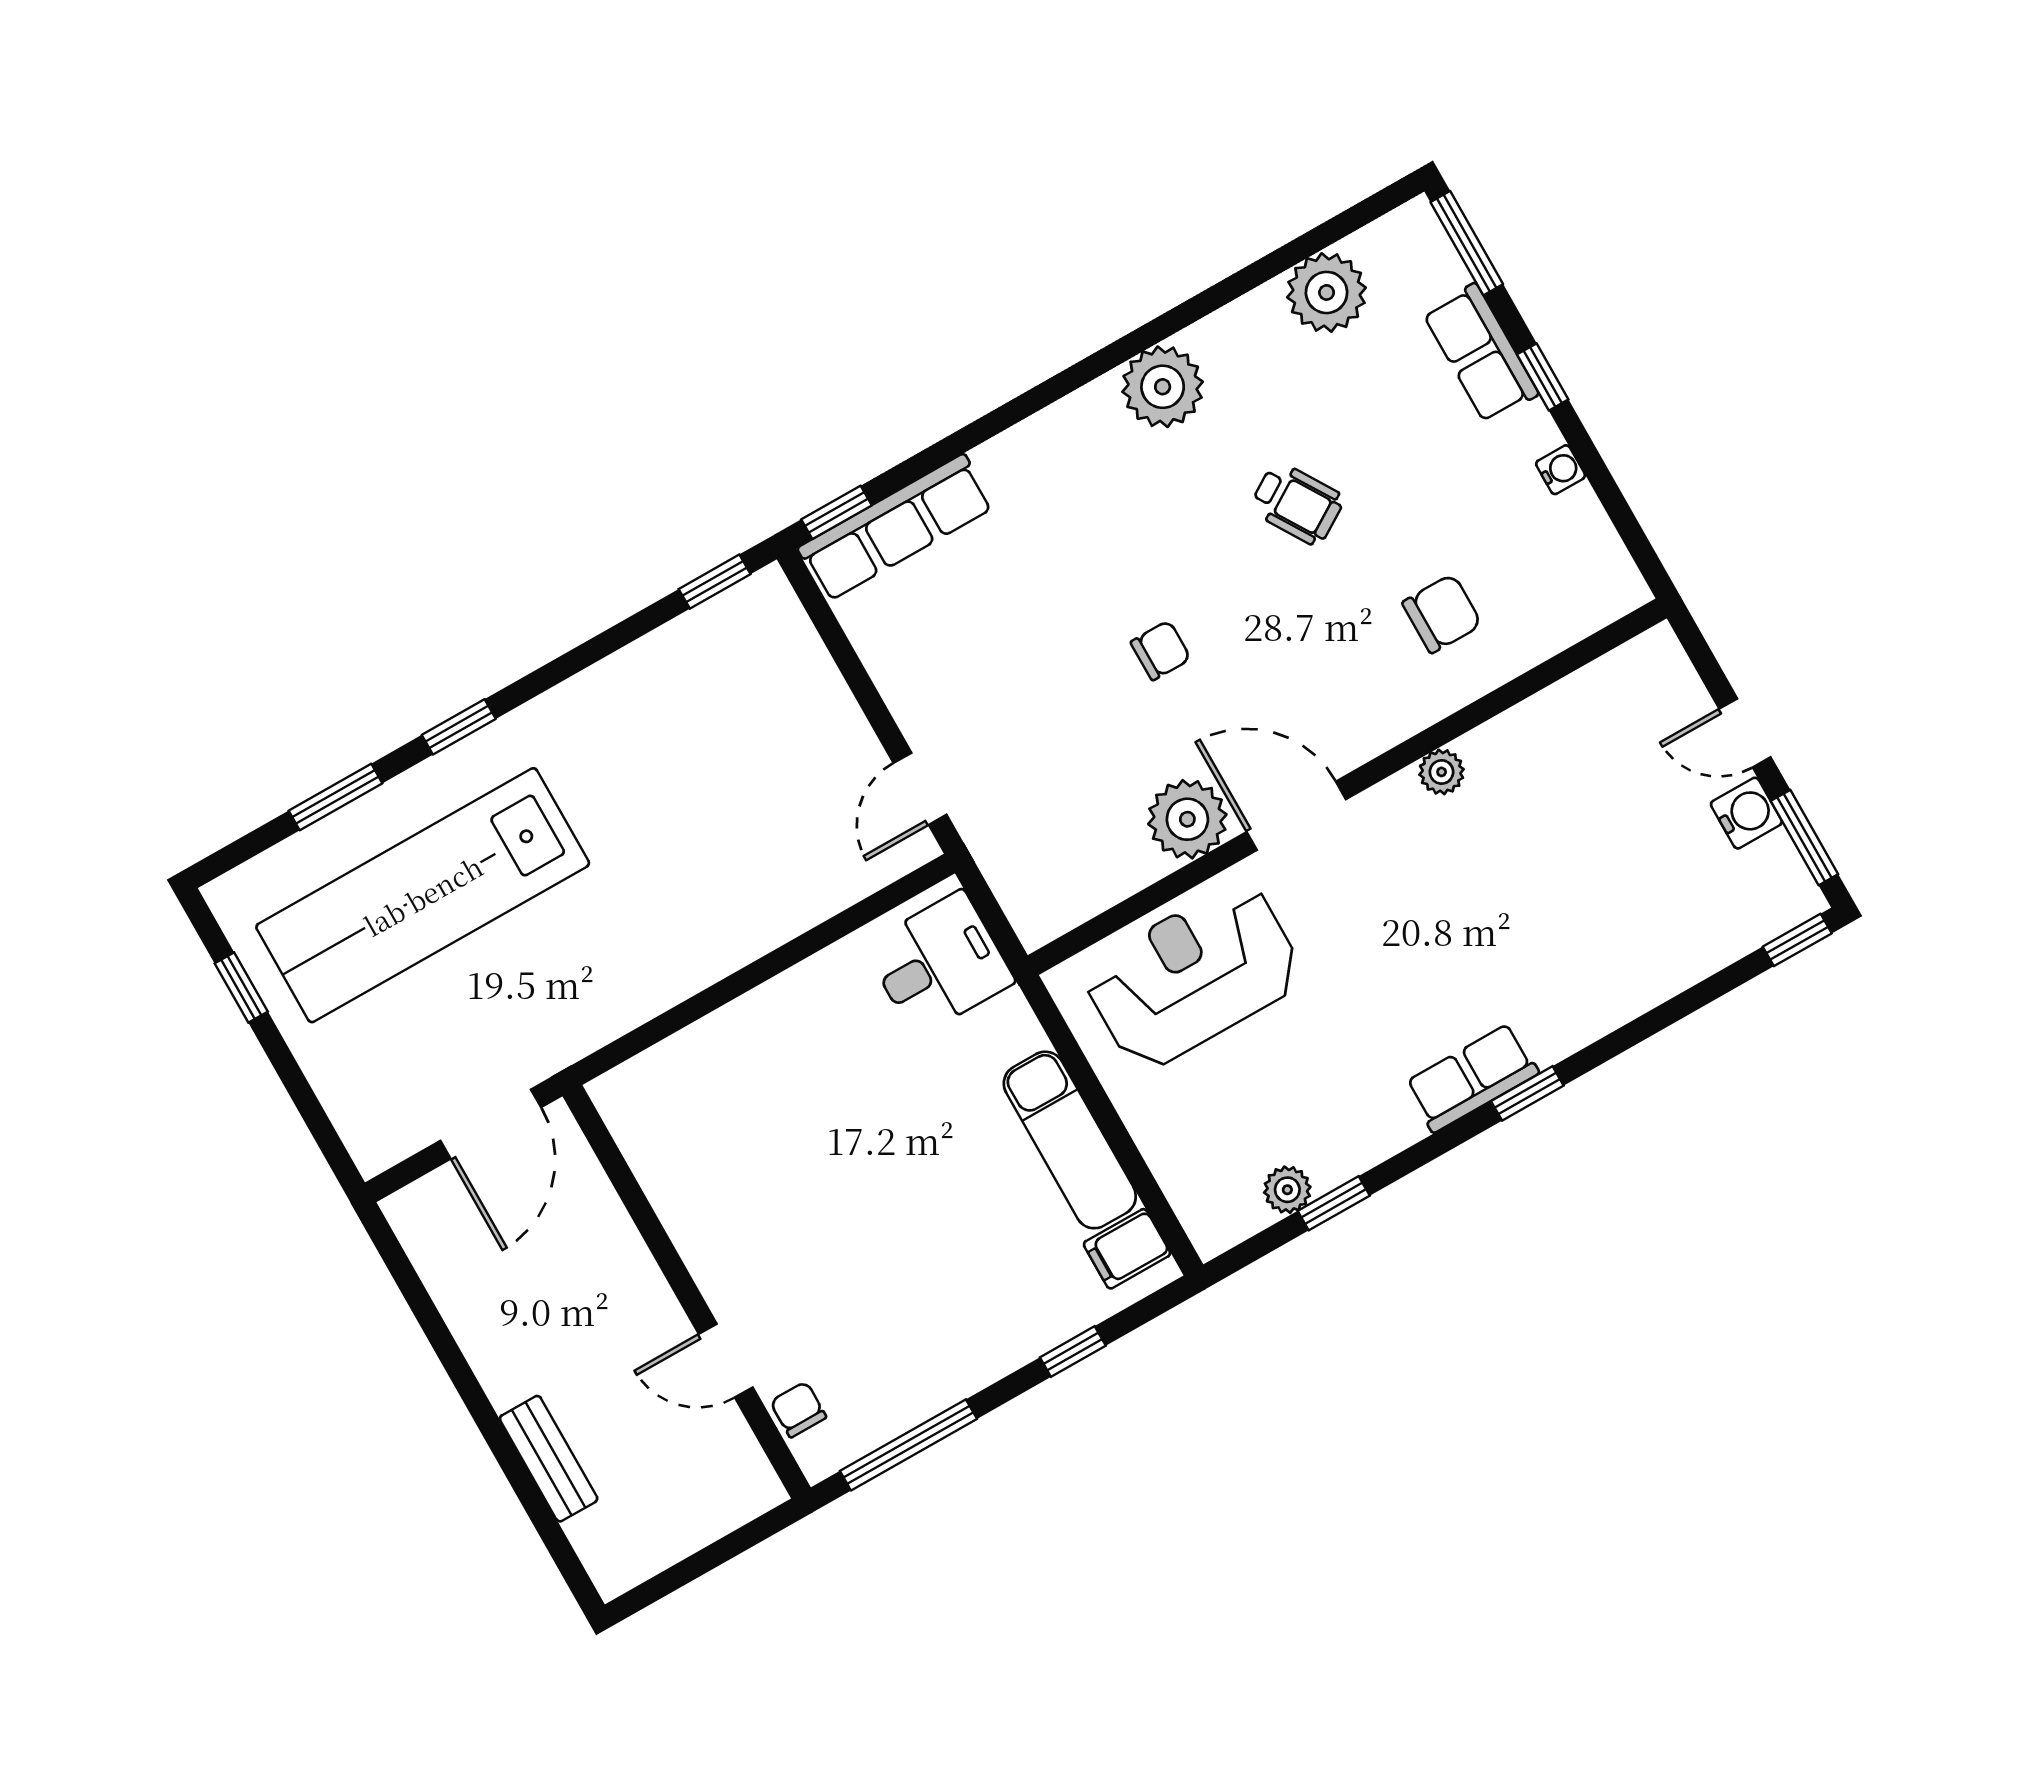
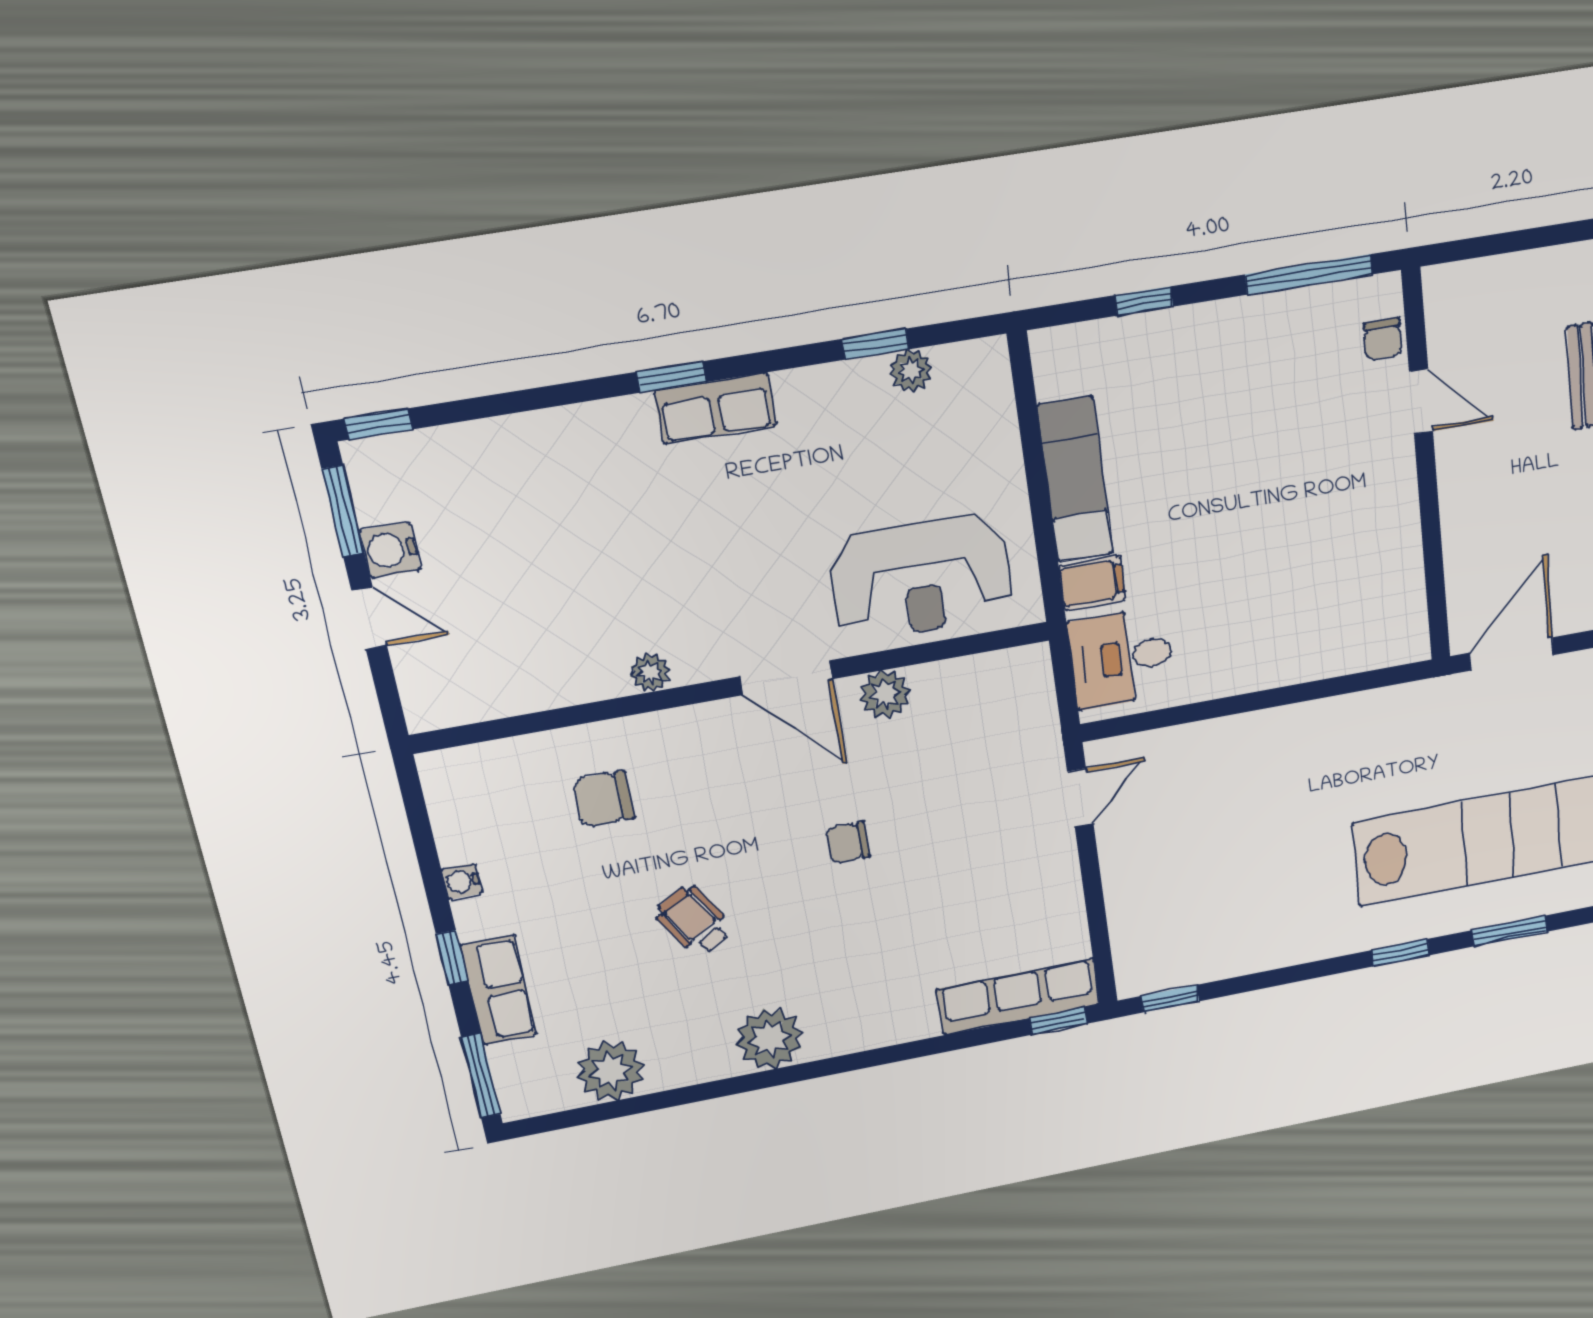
plant: (1187, 819) -> (885, 694), width x0.73, depth x0.73
filing cabinet: (1127, 1249) -> (1092, 583), moved

